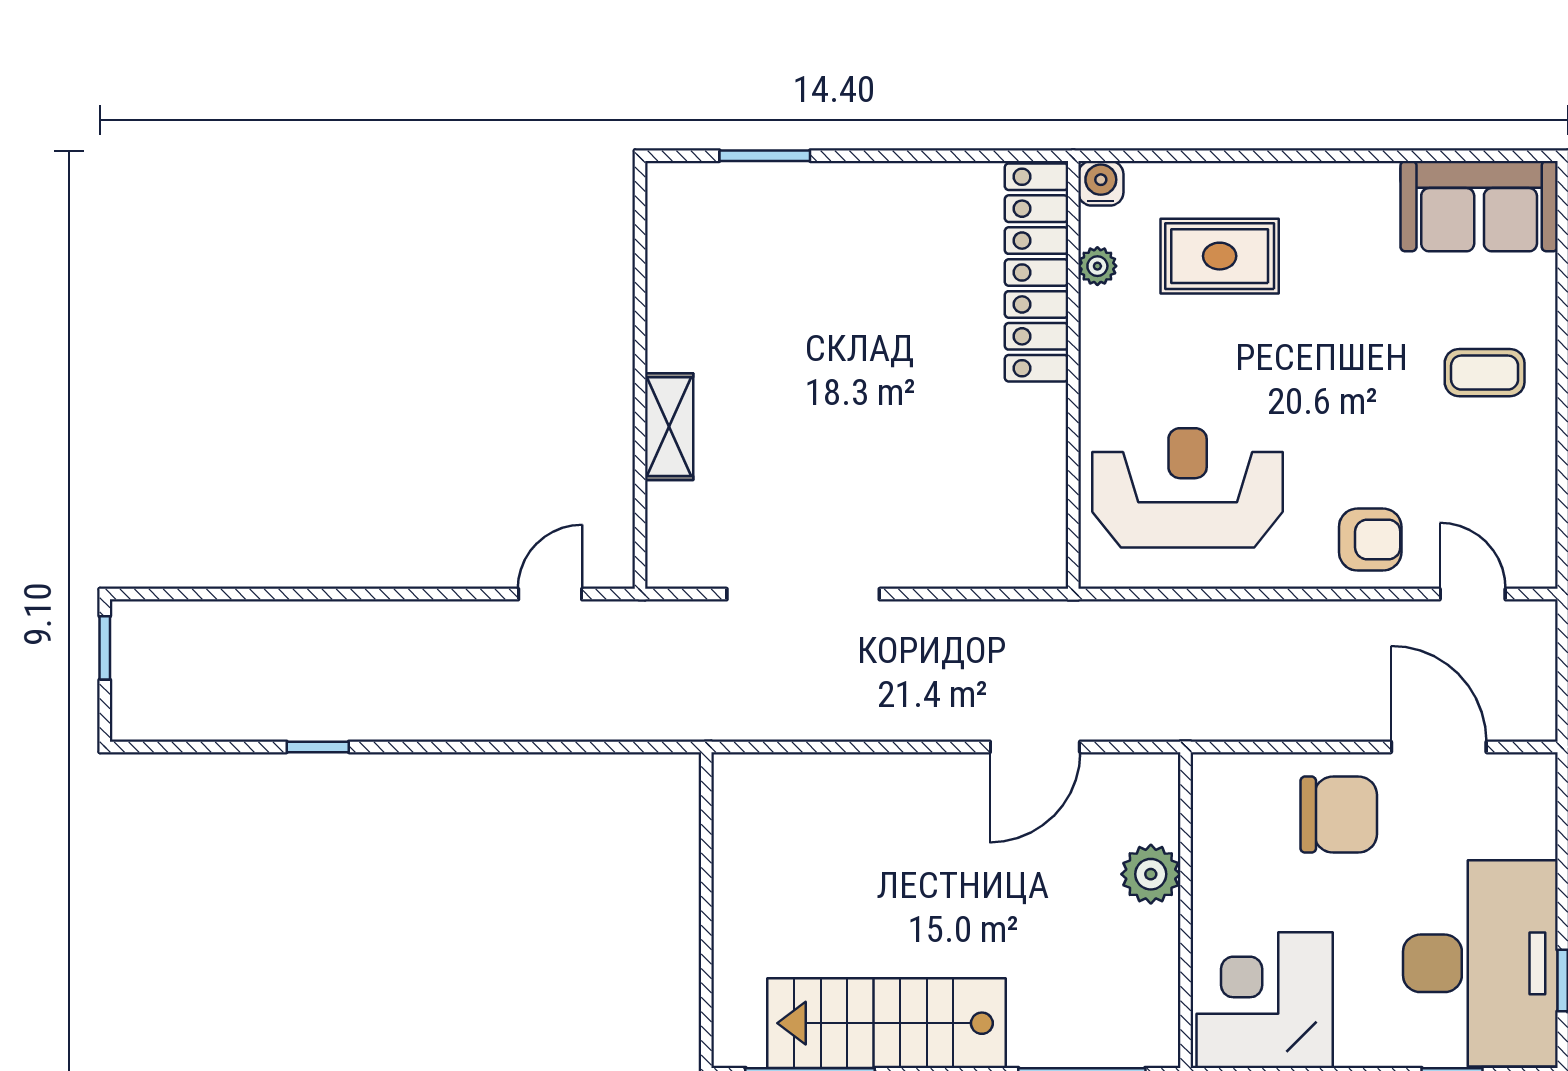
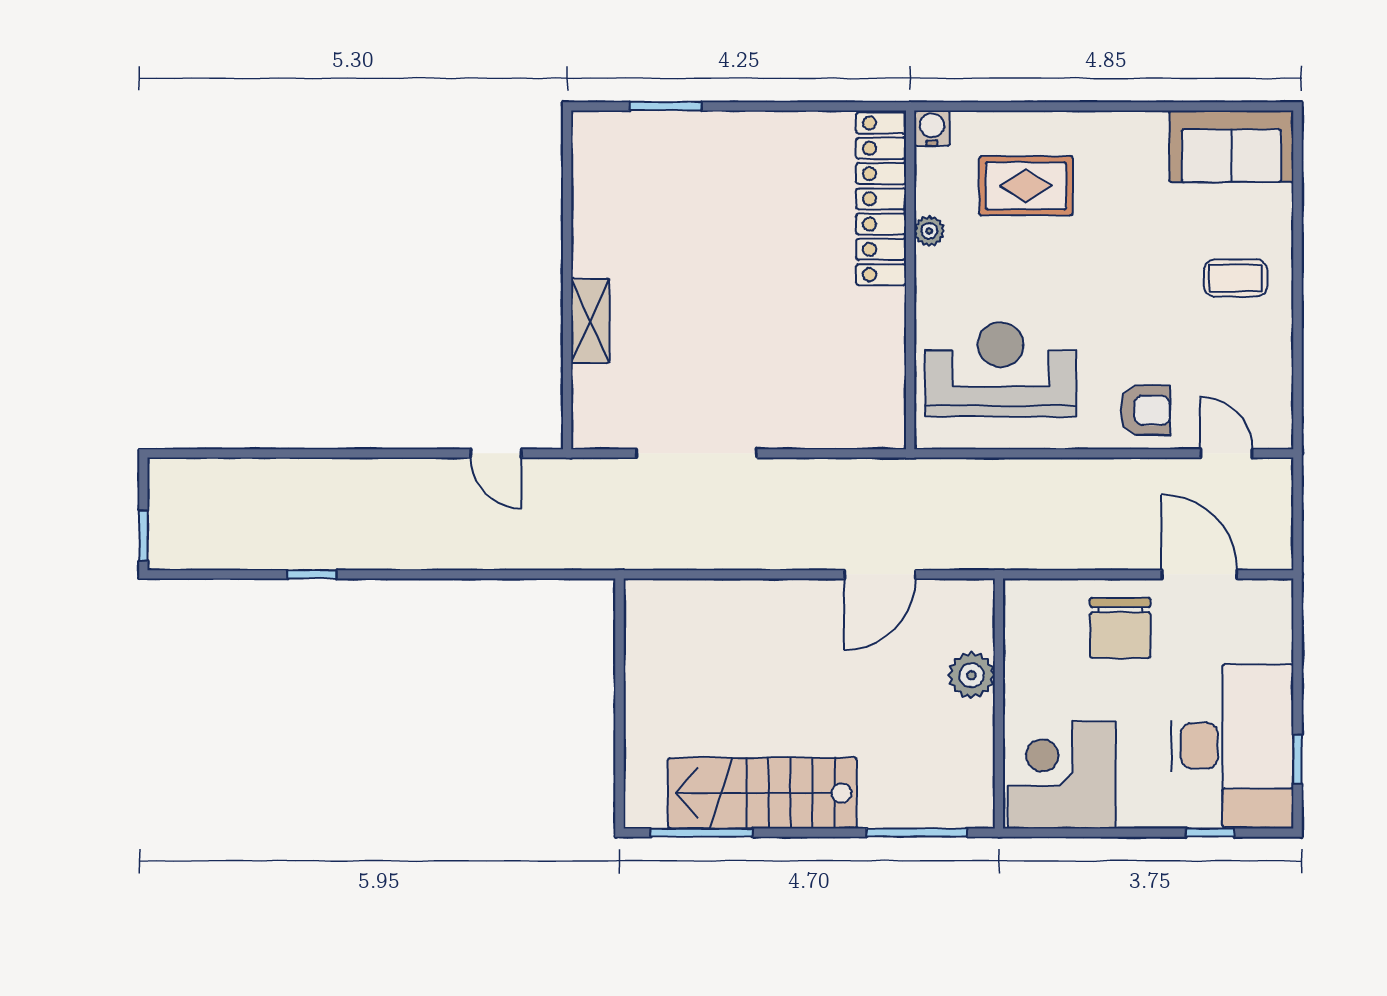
plant: (1097, 266) -> (929, 231), moved
door: (550, 594) -> (496, 453), swing flipped
window: (105, 648) -> (143, 536), moved
chair: (1339, 815) -> (1120, 628), turned 90

